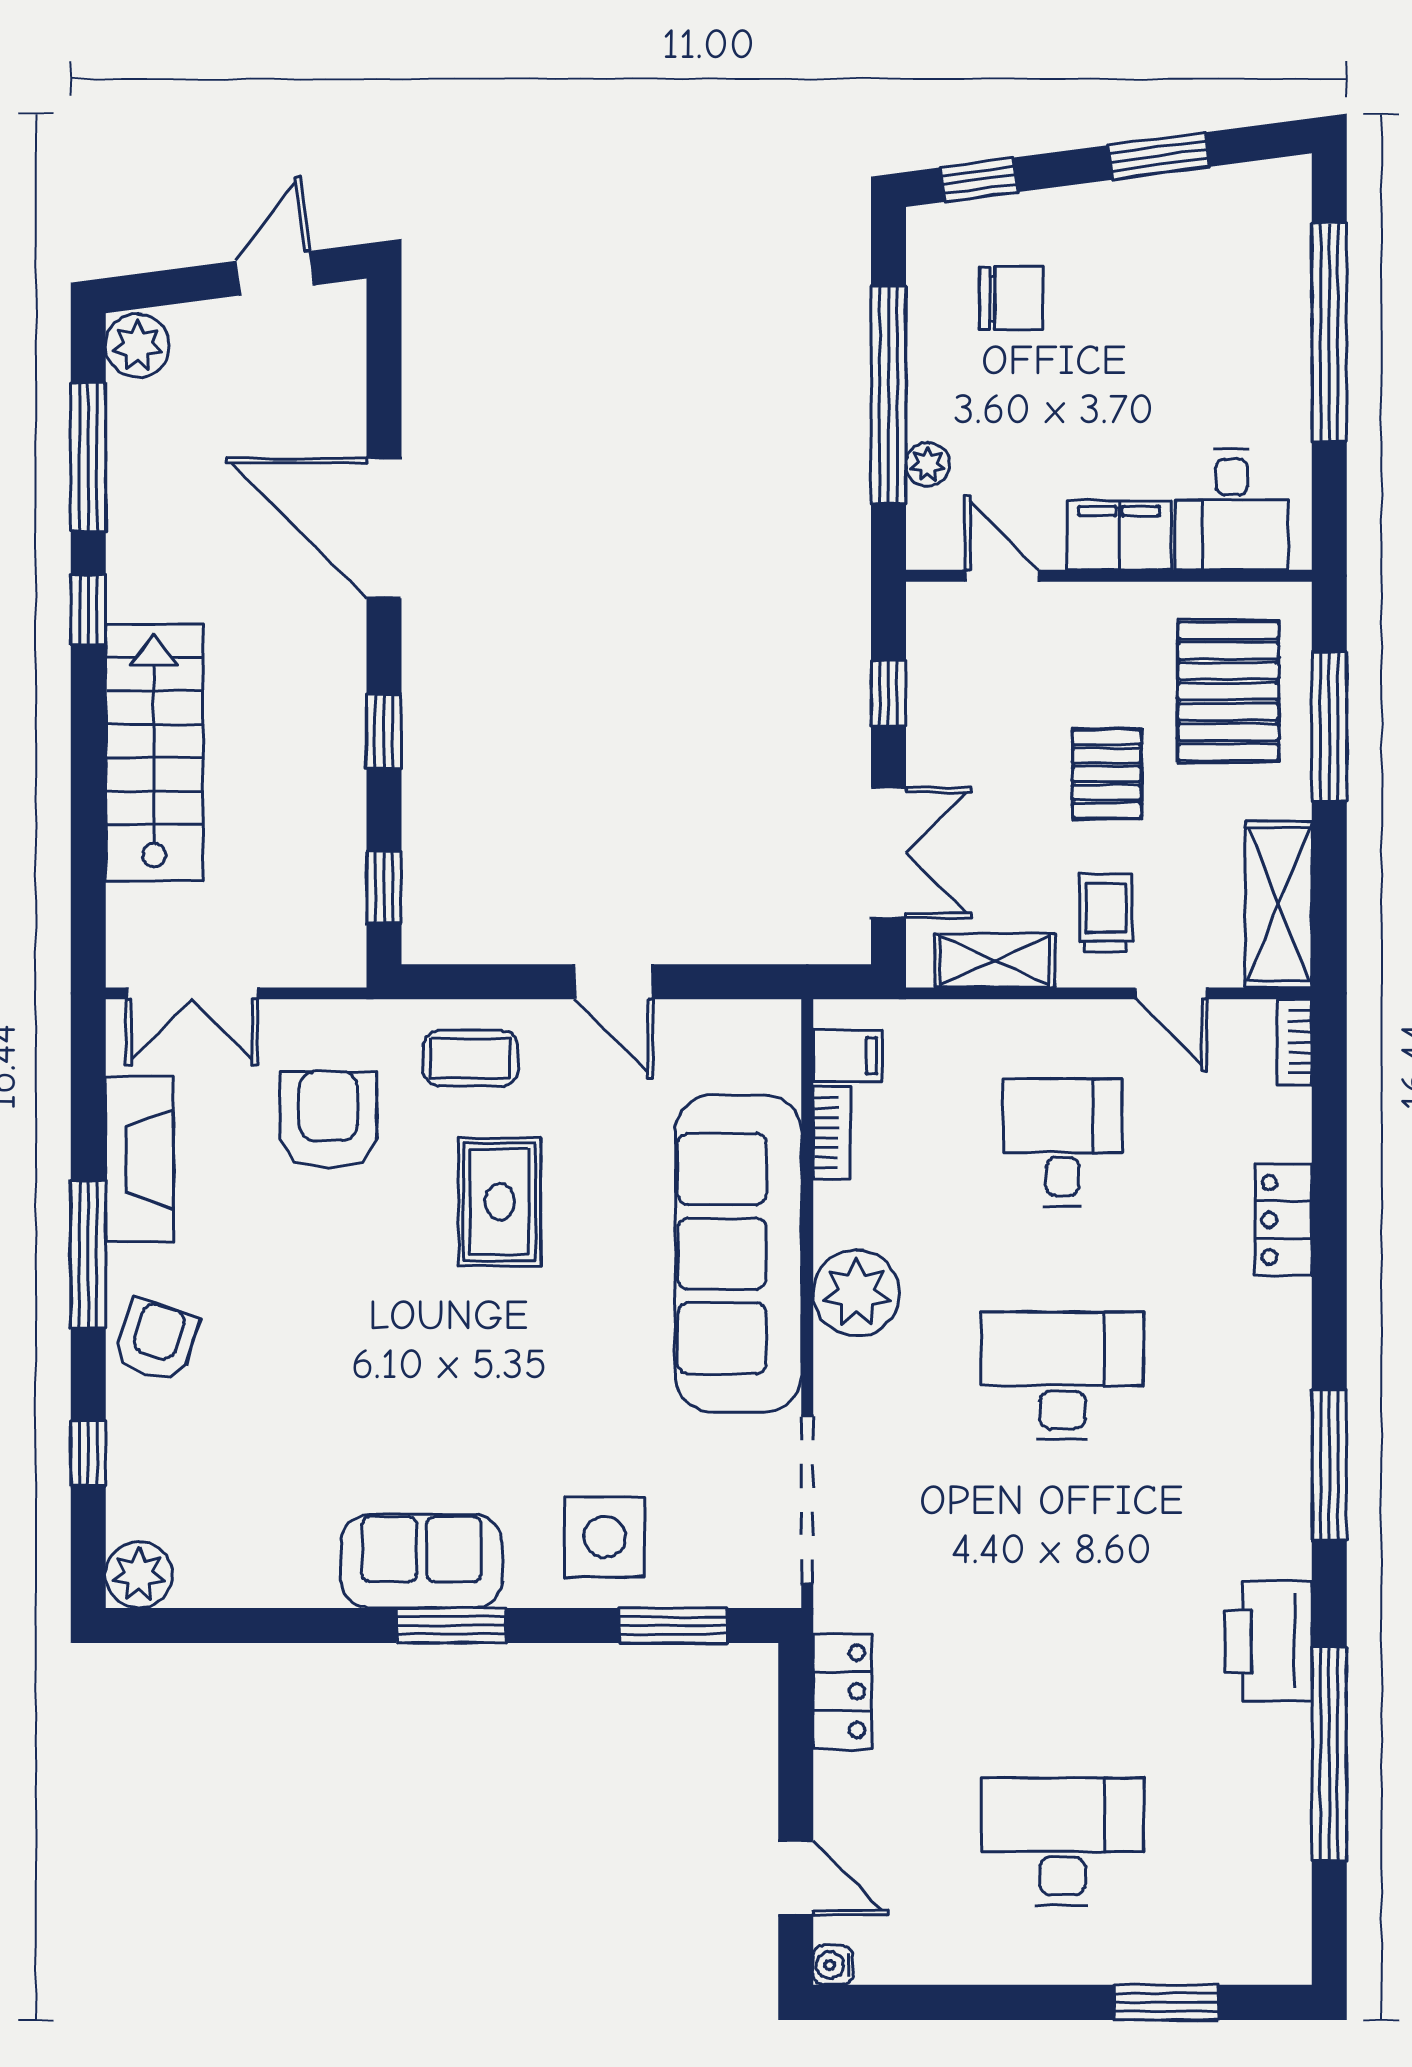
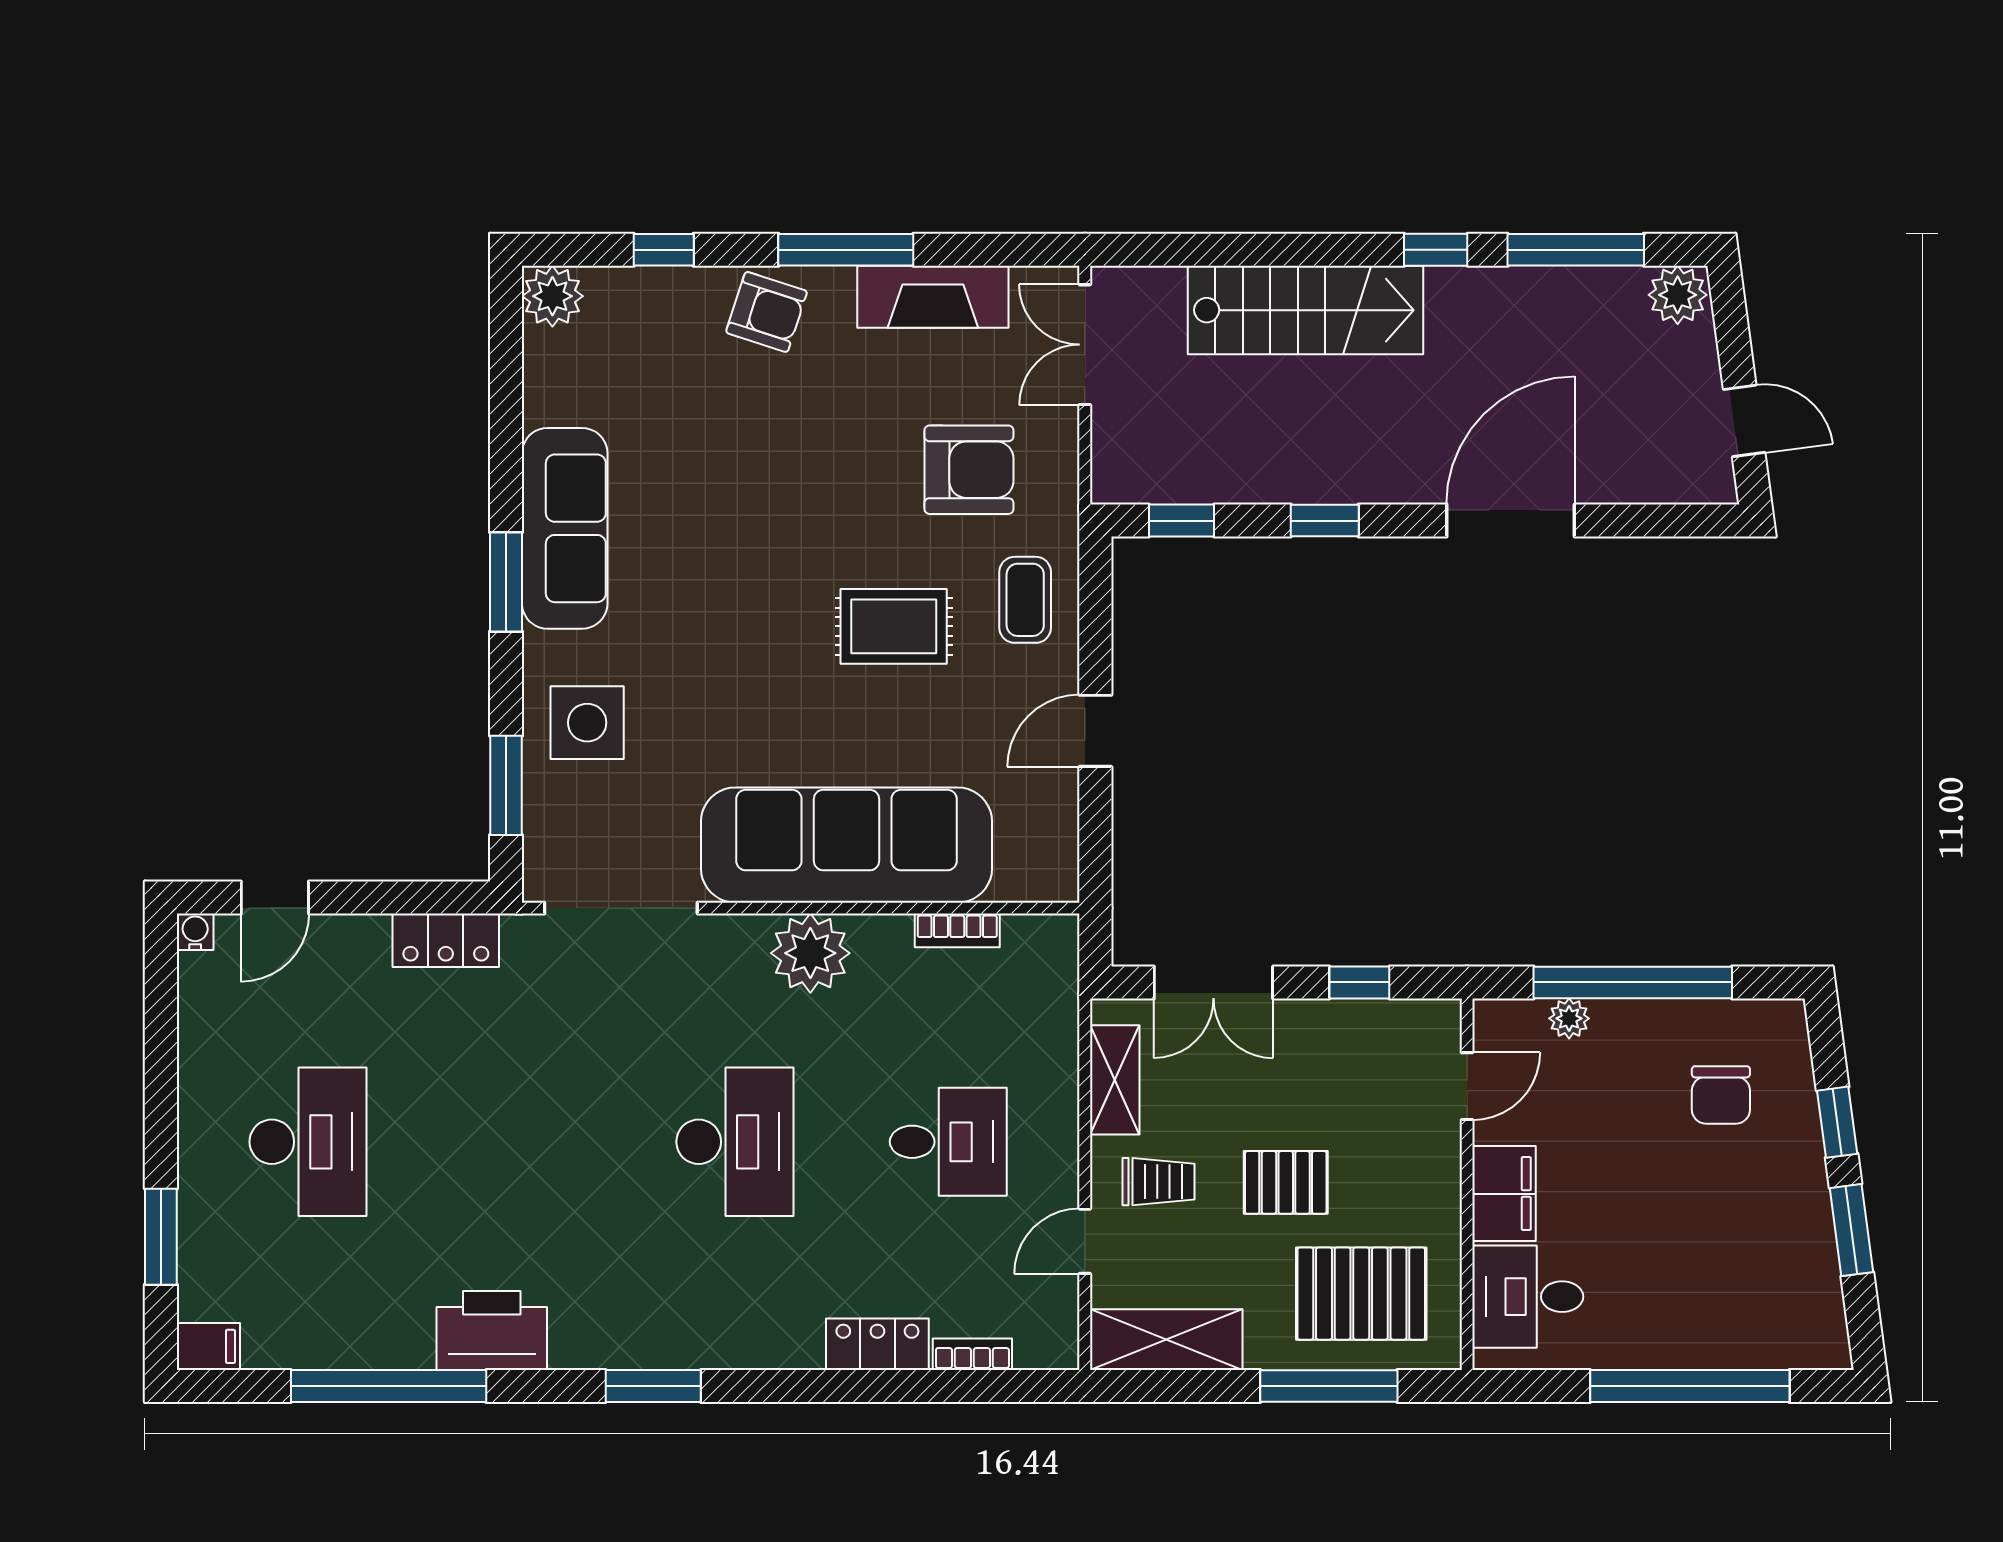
window: (979, 180) -> (1837, 1122), moved
bookcase: (1295, 1042) -> (972, 1354), moved
filing cabinet: (848, 1056) -> (208, 1346), moved, turned -90
window: (1329, 1465) -> (653, 1386), width x0.69
sofa: (422, 1561) -> (565, 528), width x1.36

